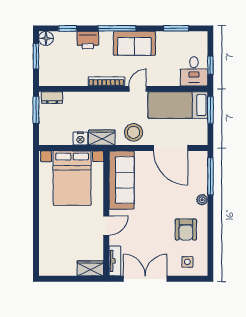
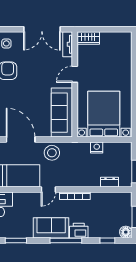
printer: (88, 40) -> (79, 231), moved
dresser: (52, 98) -> (110, 182), moved
wardrobe: (102, 138) -> (79, 148), removed

